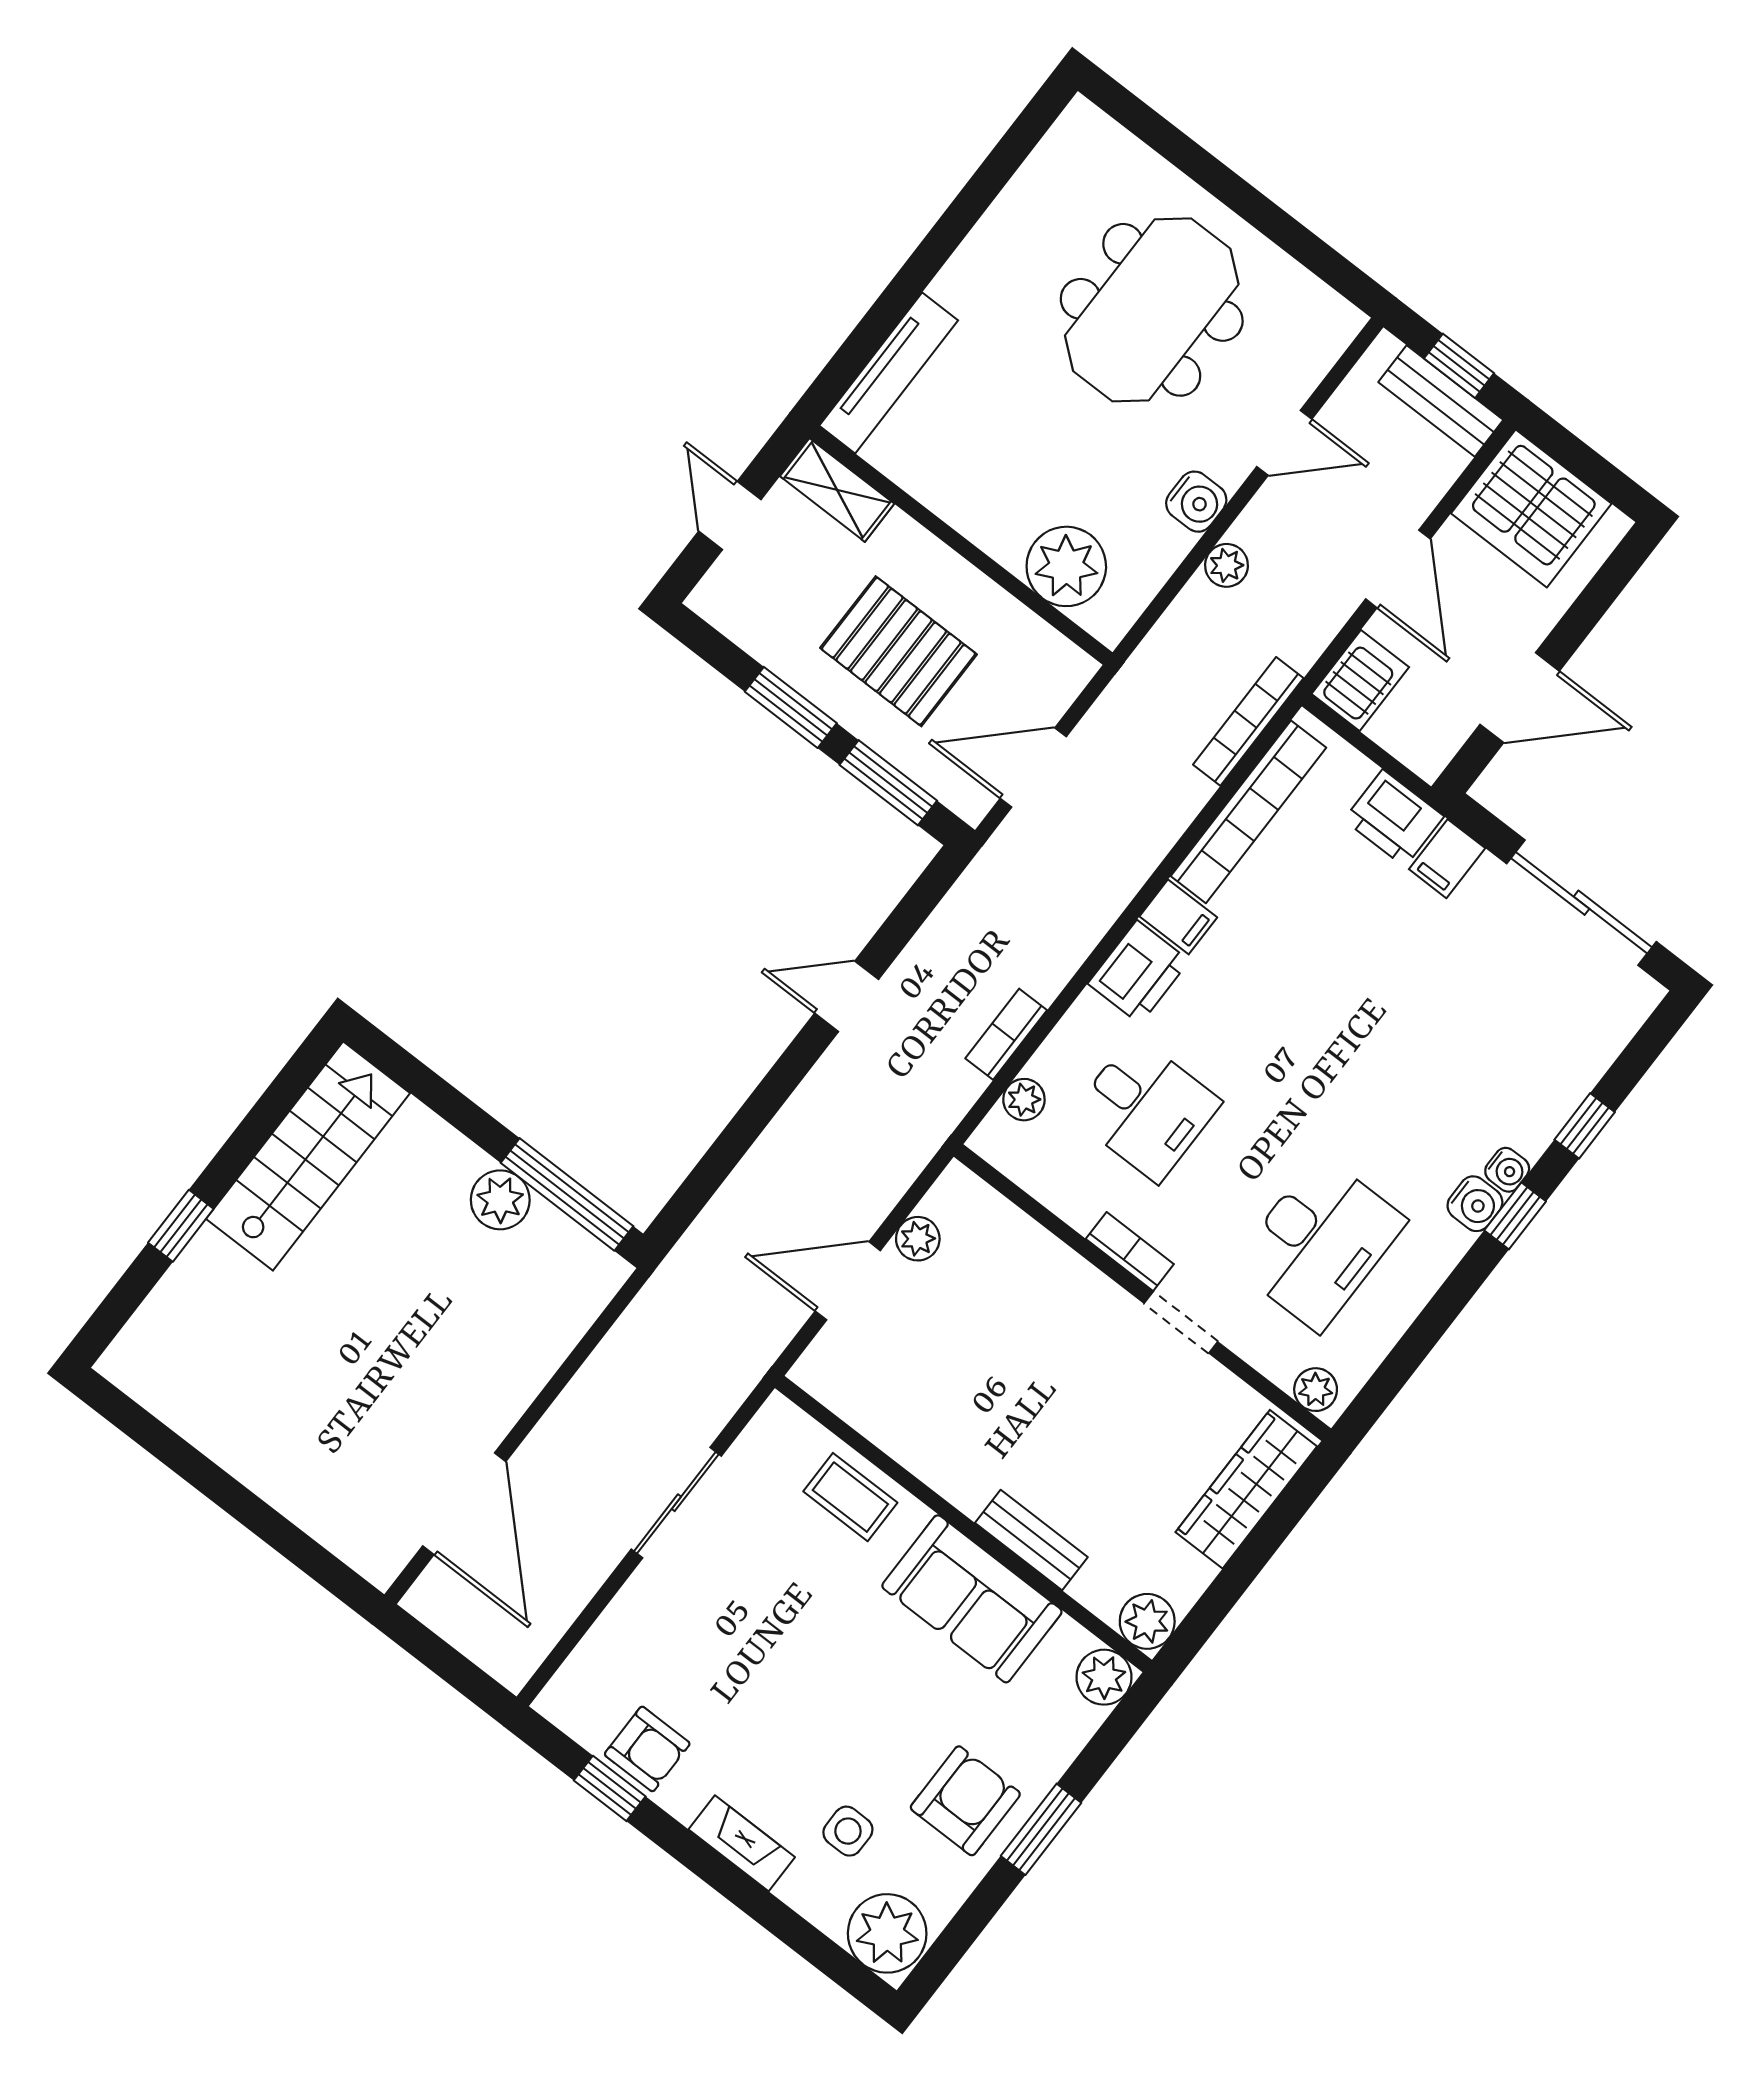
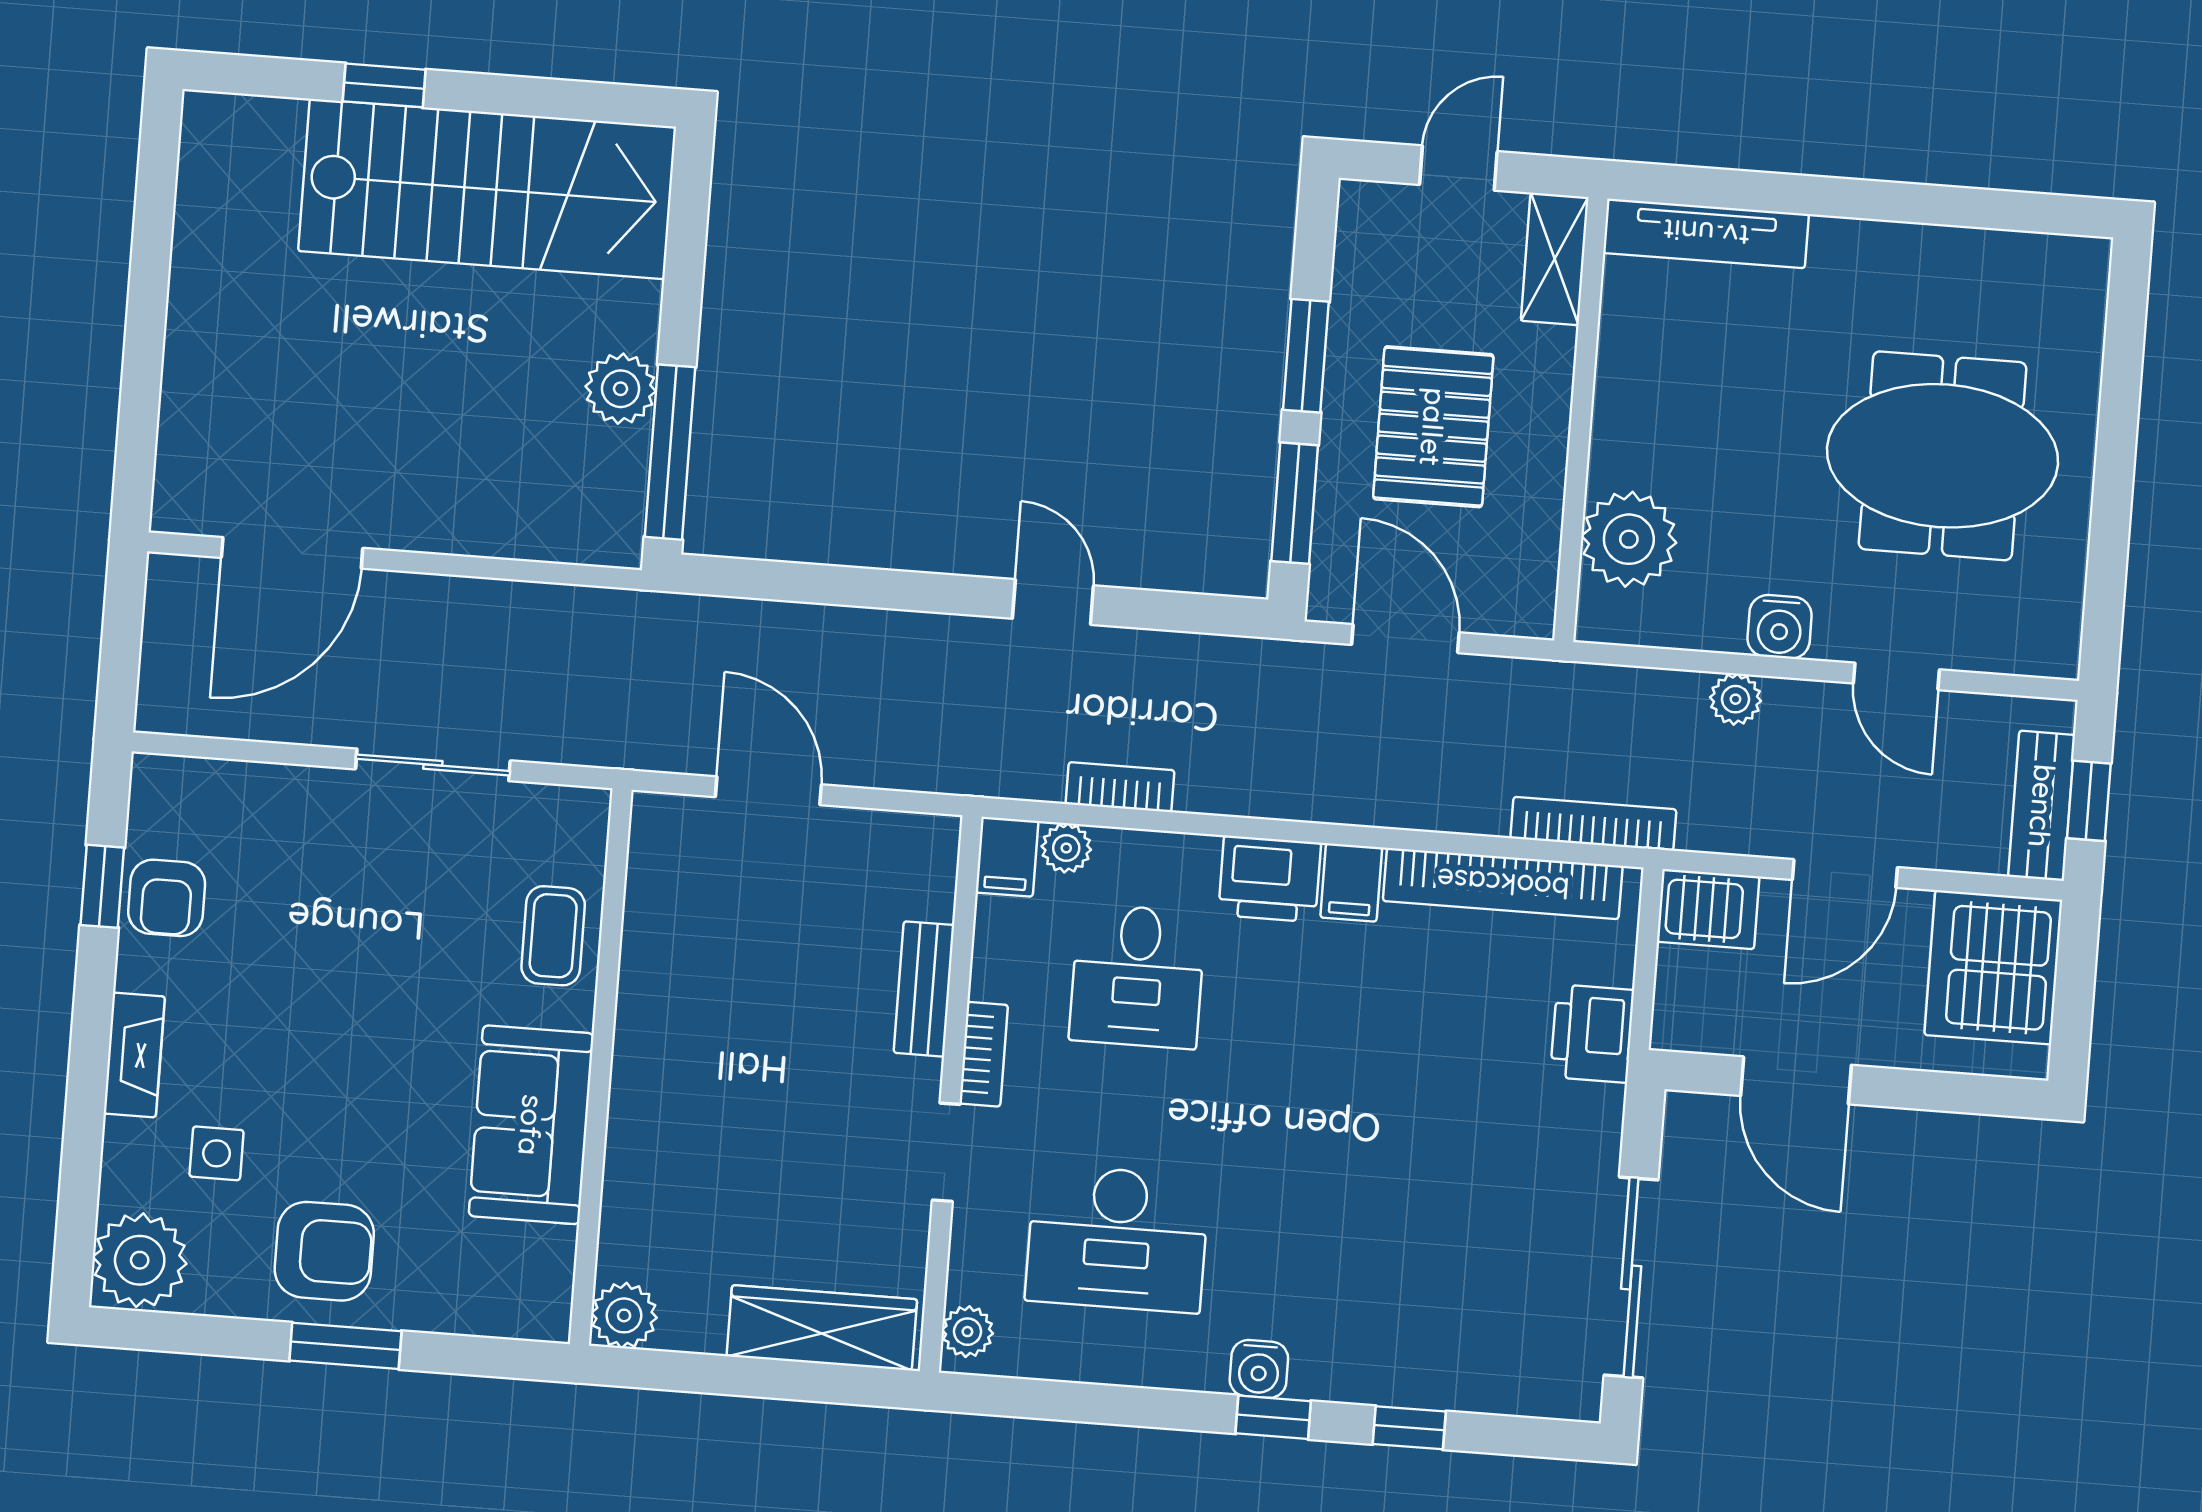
filing cabinet: (1447, 859) -> (1007, 857), moved, turned -90
stairs: (308, 1156) -> (487, 189), width x1.36, depth x1.51
water cooler: (1507, 1170) -> (1314, 1379), removed
plant: (918, 1239) -> (857, 833), removed
bench: (1031, 1540) -> (924, 989), moved
plant: (1104, 1677) -> (540, 1309), removed

